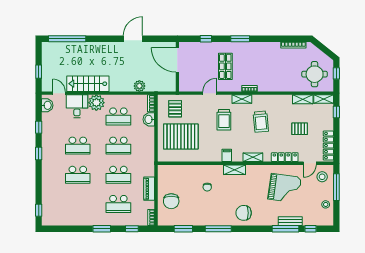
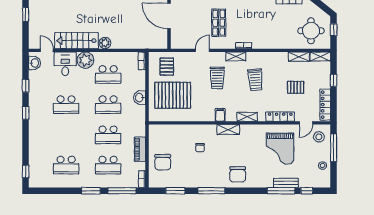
window: (39, 72) -> (26, 14), moved
plant: (139, 86) -> (105, 43), moved
window: (336, 112) -> (334, 80), moved
washbasin: (149, 119) -> (140, 98), moved
school desk: (78, 175) -> (66, 165), moved
grand piano: (285, 188) -> (280, 149), turned 82
chair: (244, 213) -> (238, 174), turned -90
window: (132, 229) -> (122, 191), width x2.17

